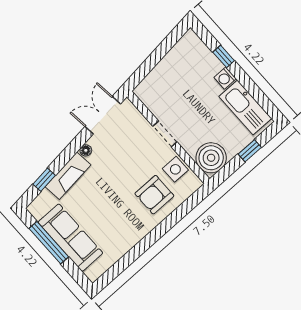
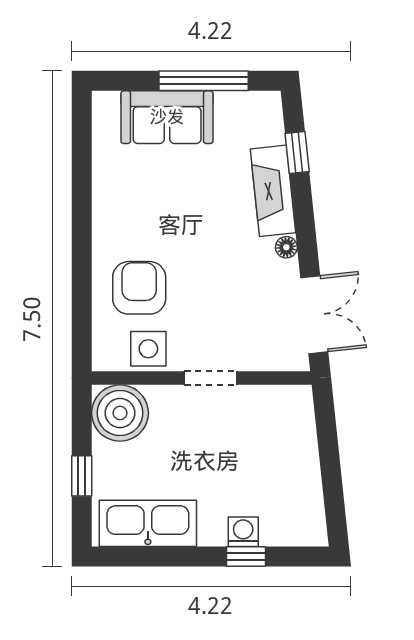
washing machine: (225, 78) -> (243, 532), moved
sofa: (70, 238) -> (167, 117), width x0.73

